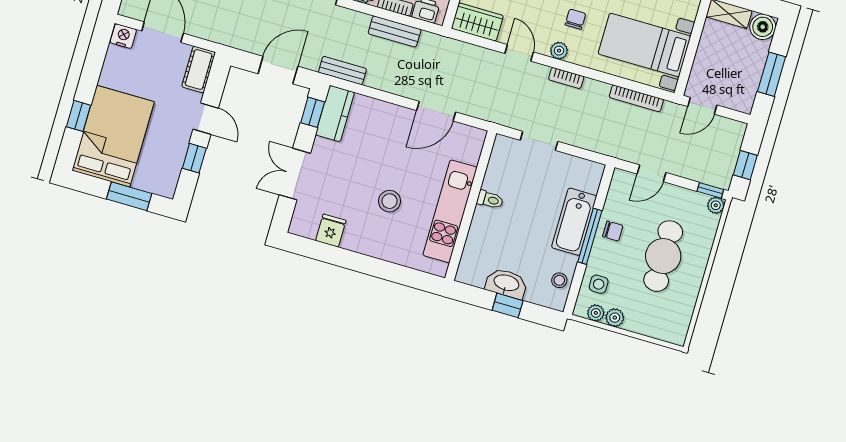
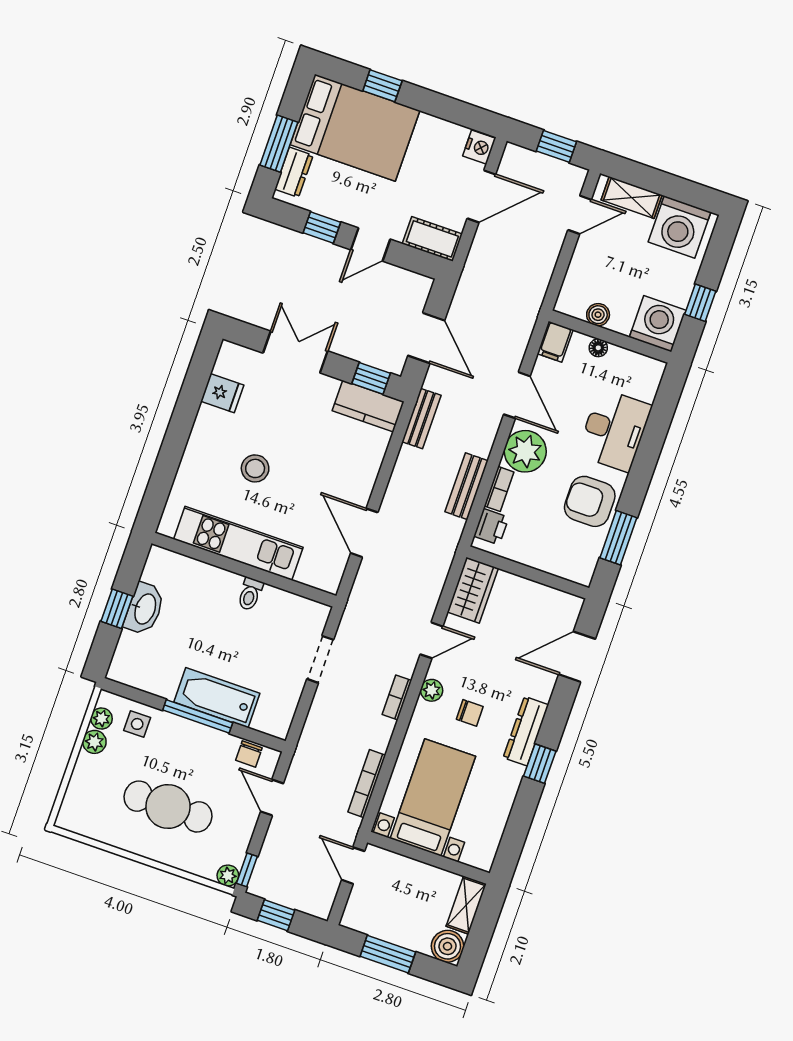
dresser: (151, 183) -> (294, 172), added
chair: (613, 231) -> (249, 754), moved
stool: (559, 280) -> (145, 675), removed

